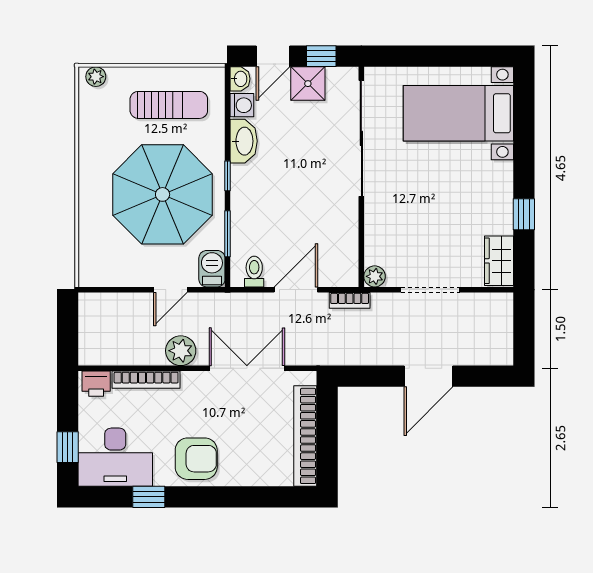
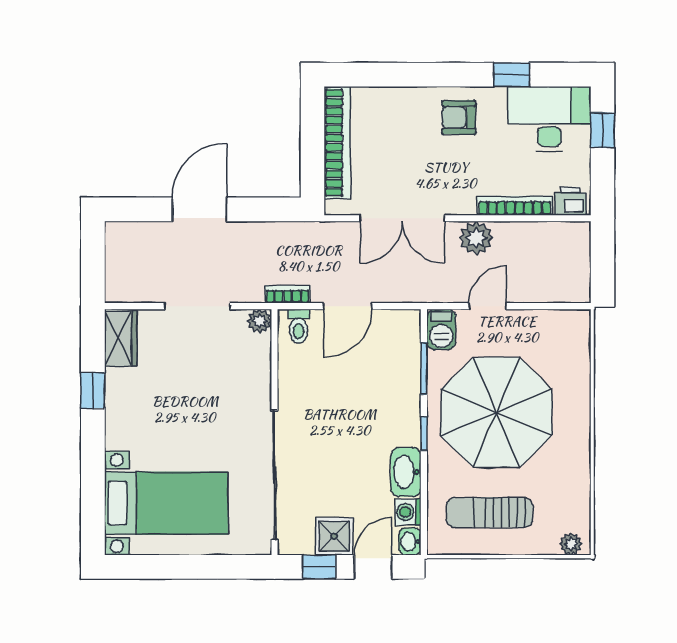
toilet: (254, 272) -> (299, 326), moved
armchair: (196, 459) -> (459, 117), width x0.72, depth x0.72

